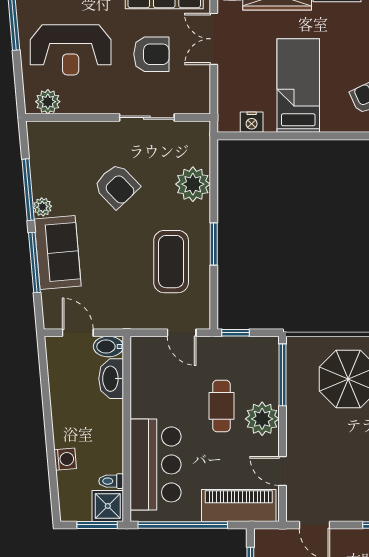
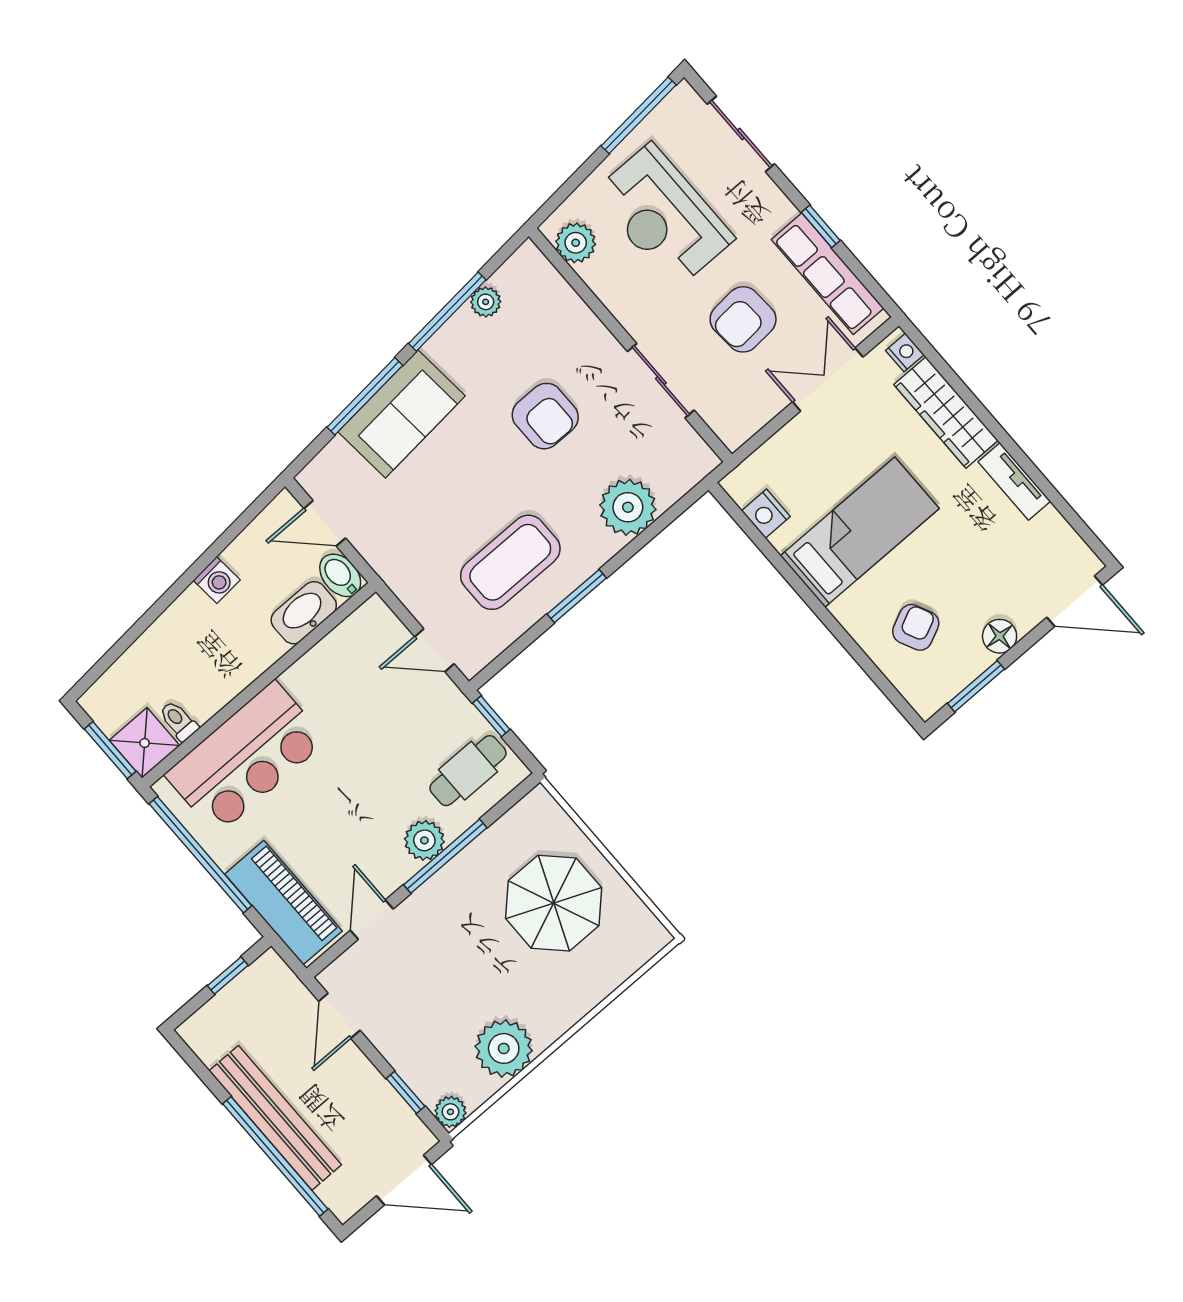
armchair: (151, 54) -> (743, 319), turned 86
armchair: (117, 186) -> (545, 416), turned -46
plant: (42, 207) -> (486, 302), moved
door: (78, 333) -> (325, 523), swing flipped
door: (182, 333) -> (434, 650), hinge flipped
window: (282, 375) -> (445, 856), moved
cafe table: (221, 406) -> (468, 771), moved
plant: (262, 419) -> (424, 840), width x0.73, depth x0.73
washing machine: (65, 459) -> (217, 580), moved

